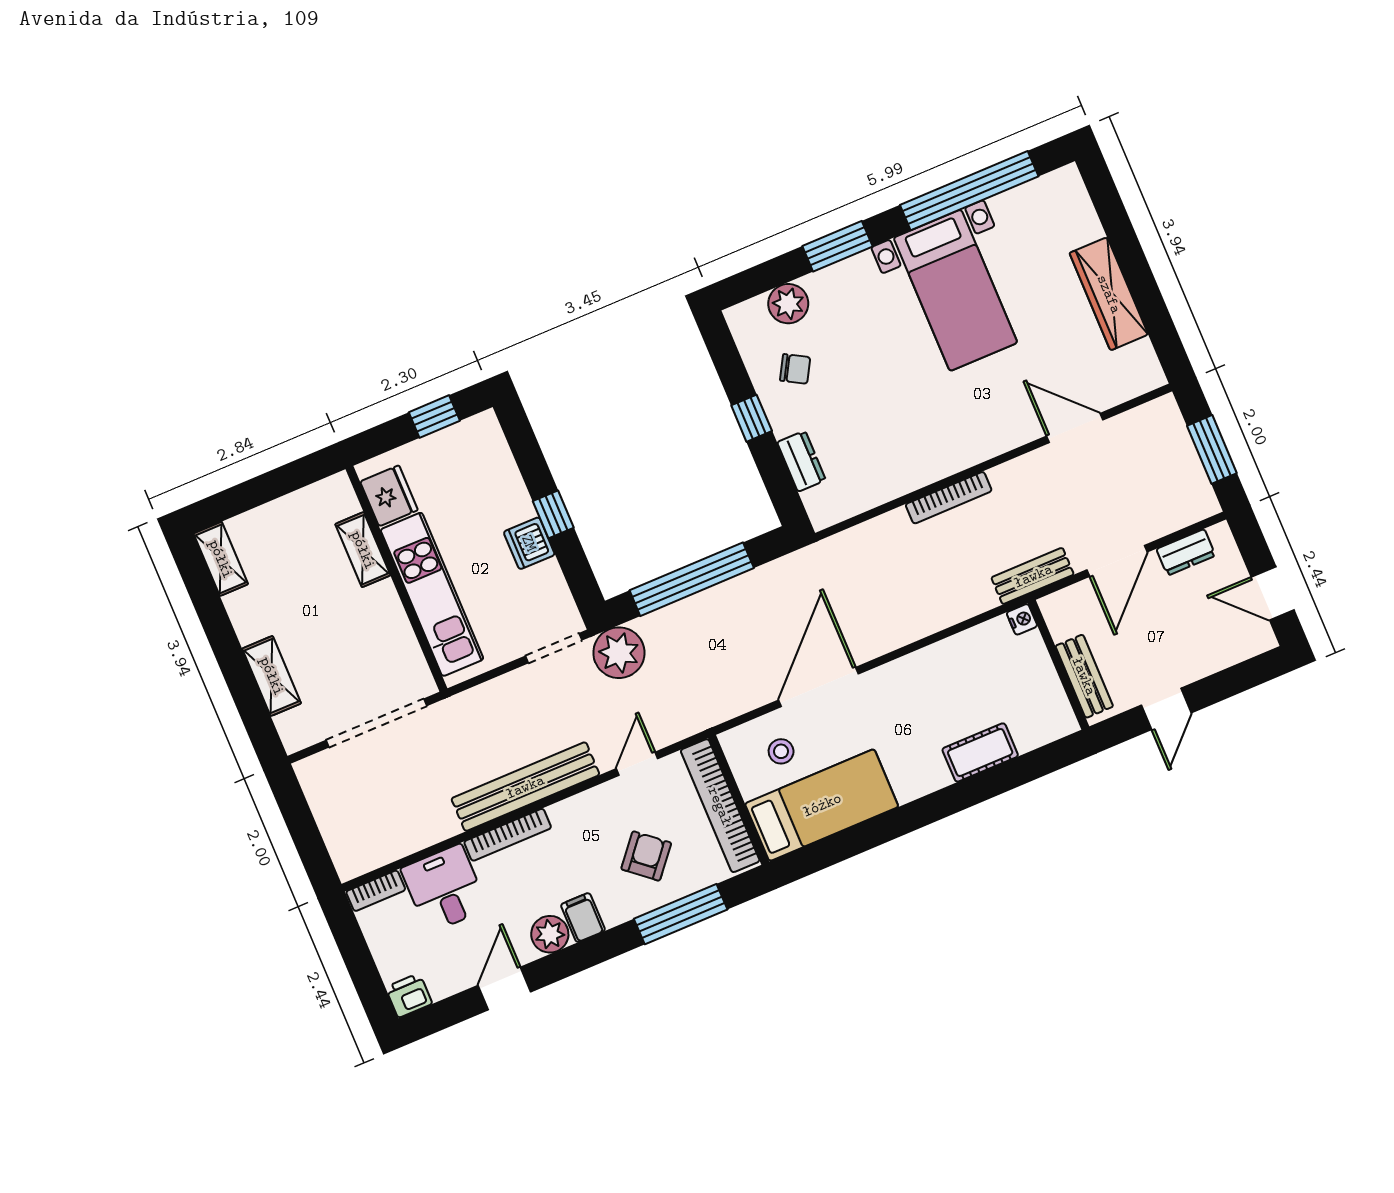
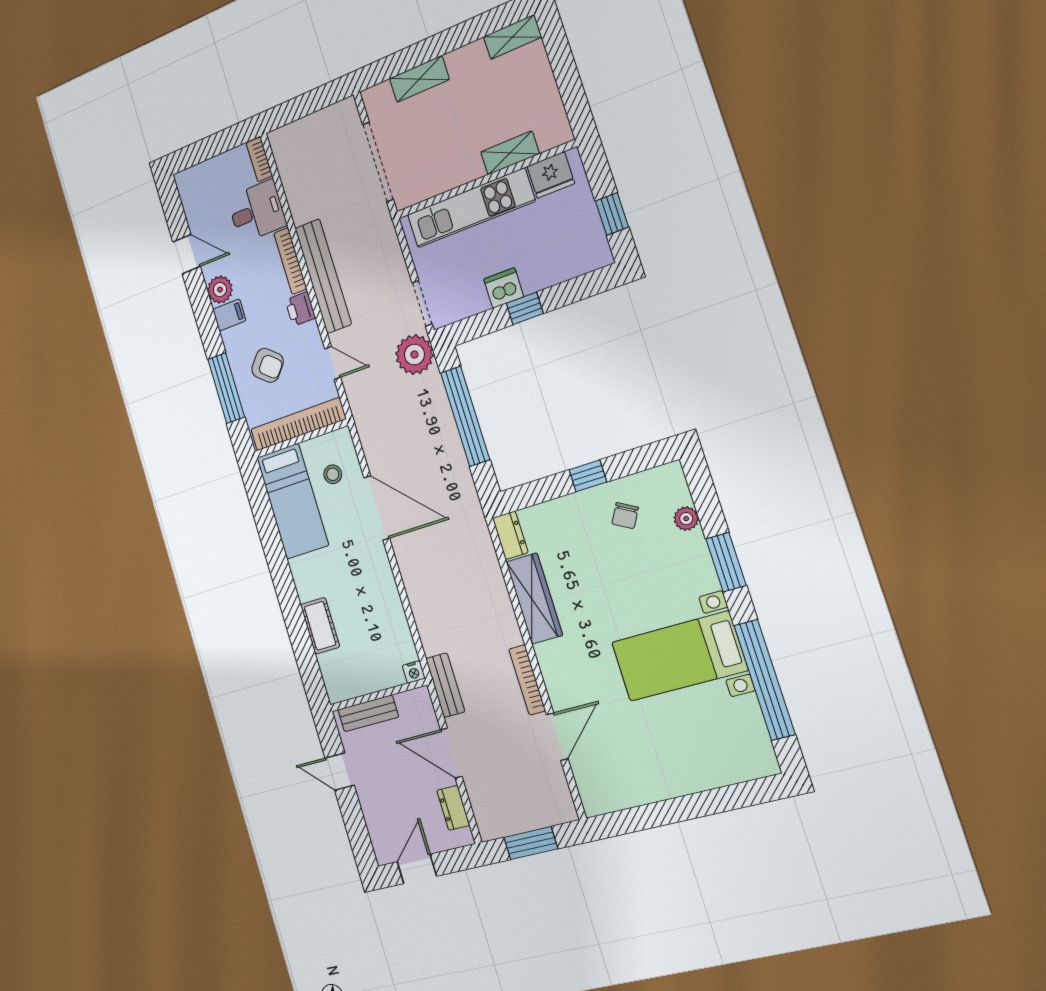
wardrobe: (1109, 294) -> (534, 598), moved, turned 90
plant: (788, 304) -> (686, 519), width x0.73, depth x0.73
dresser: (801, 461) -> (510, 535), moved, turned -90
bookcase: (949, 498) -> (527, 680), moved
printer: (409, 995) -> (300, 309), moved, turned 180

